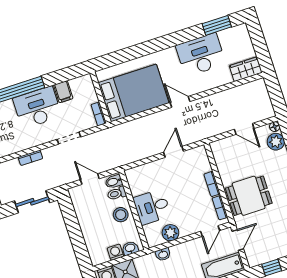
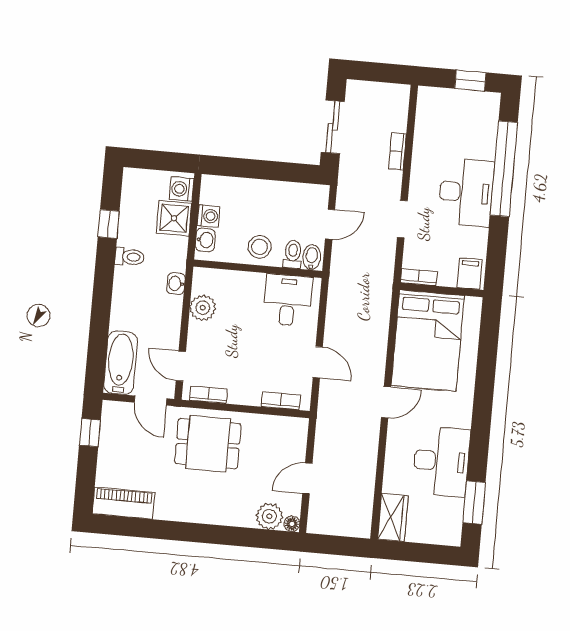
filing cabinet: (63, 92) -> (470, 274), moved, turned 90
bookcase: (212, 184) -> (281, 401), moved
dining table: (249, 196) -> (208, 444), turned 90
desk: (152, 207) -> (288, 300), moved

